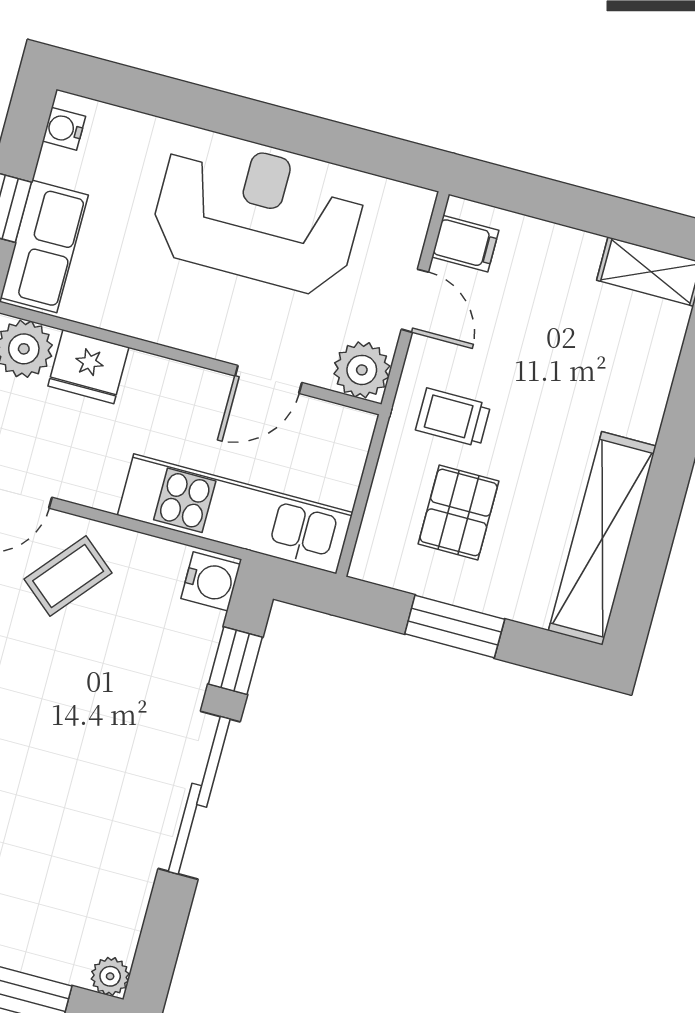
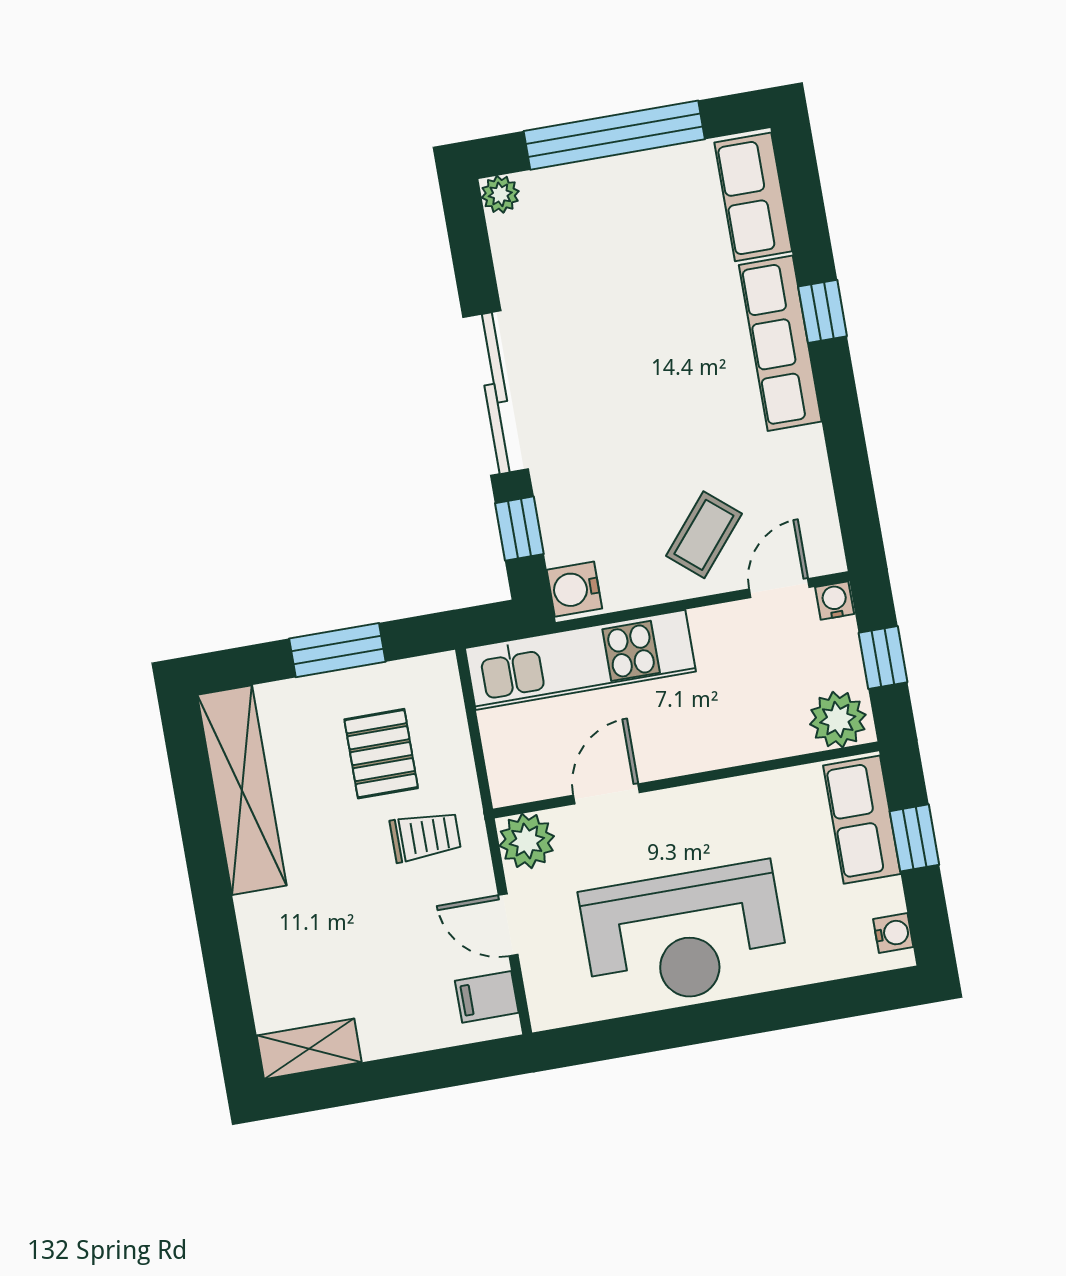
fridge: (88, 367) -> (773, 730), removed

